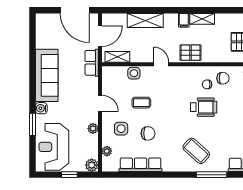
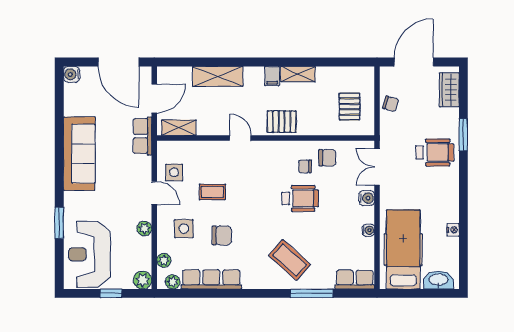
side table: (134, 73) -> (174, 172), moved
water cooler: (41, 108) -> (72, 74), moved
plant: (113, 166) -> (173, 282), added

